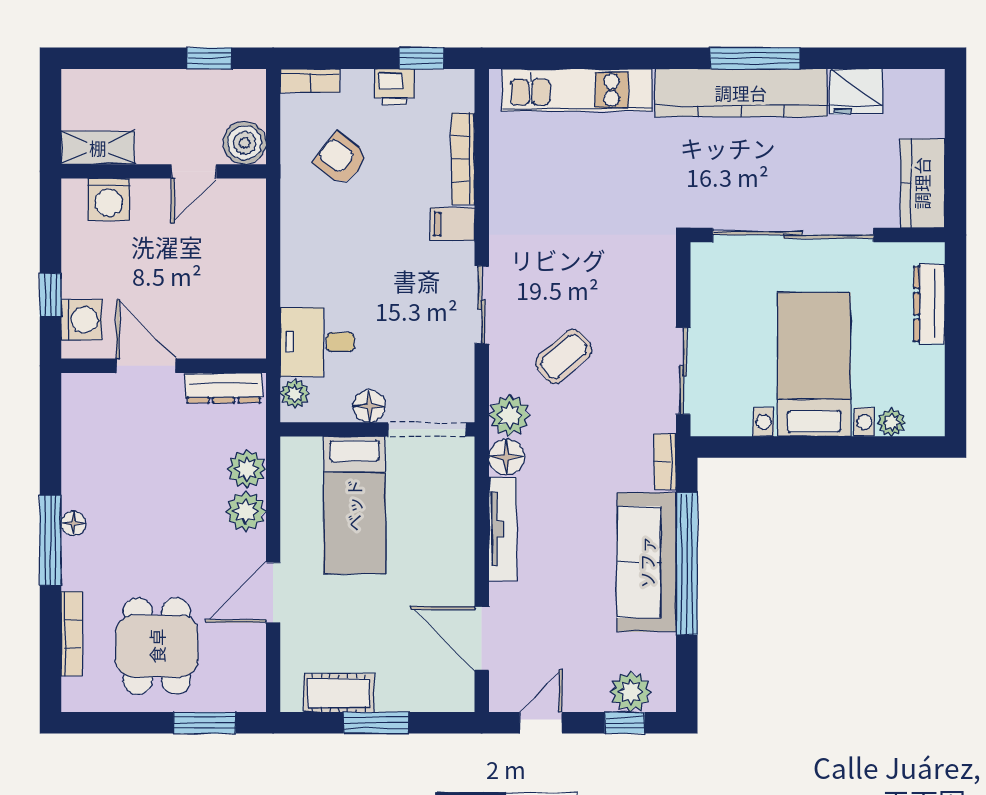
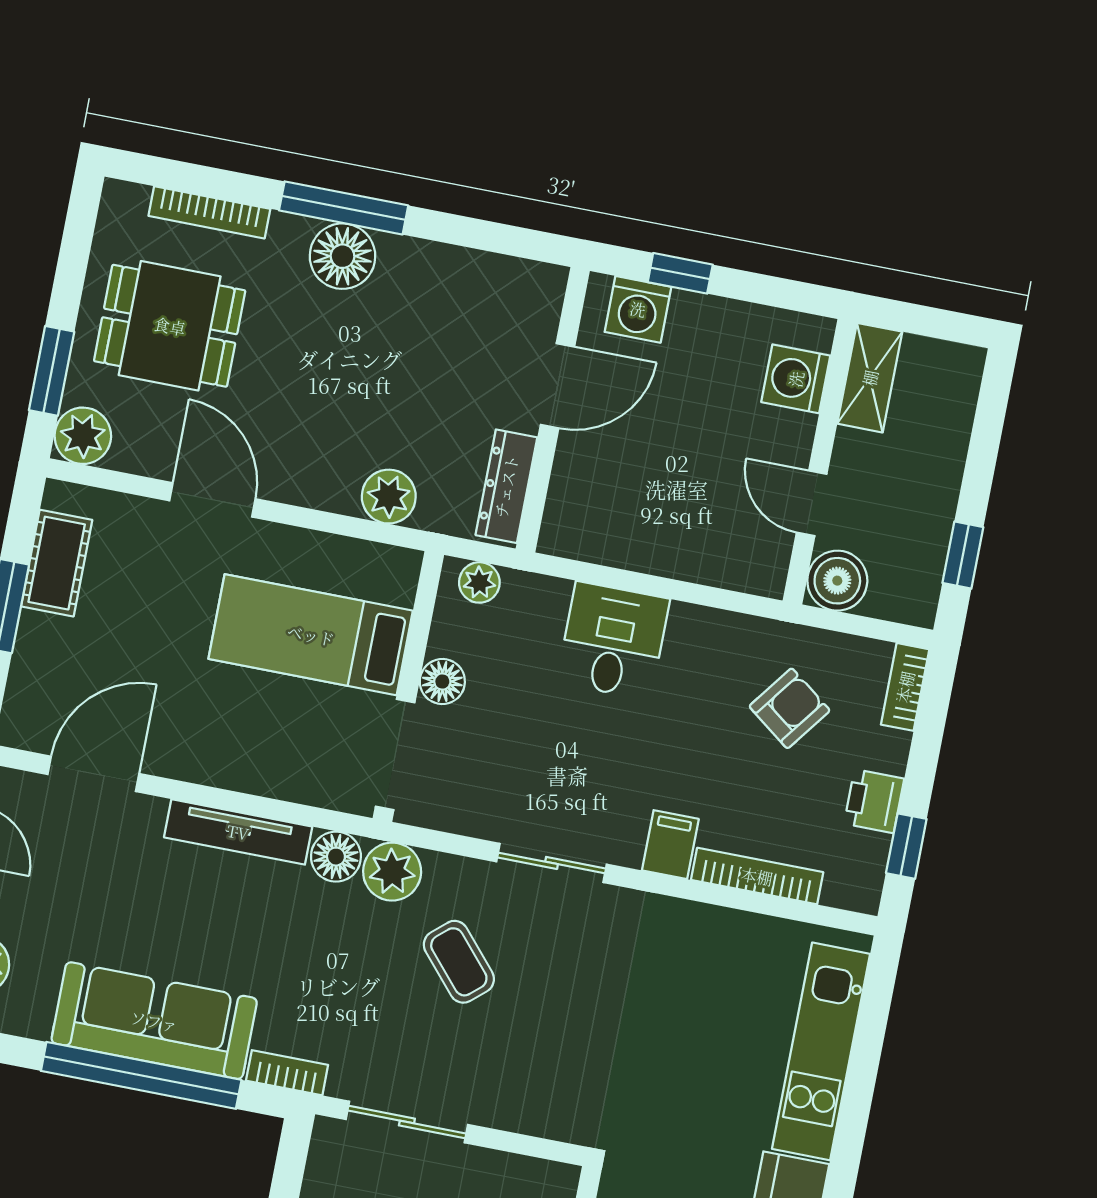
desk: (317, 342) -> (613, 641), moved
plant: (246, 511) -> (83, 436), moved
floor lamp: (73, 523) -> (342, 256), width x1.89, depth x1.89

